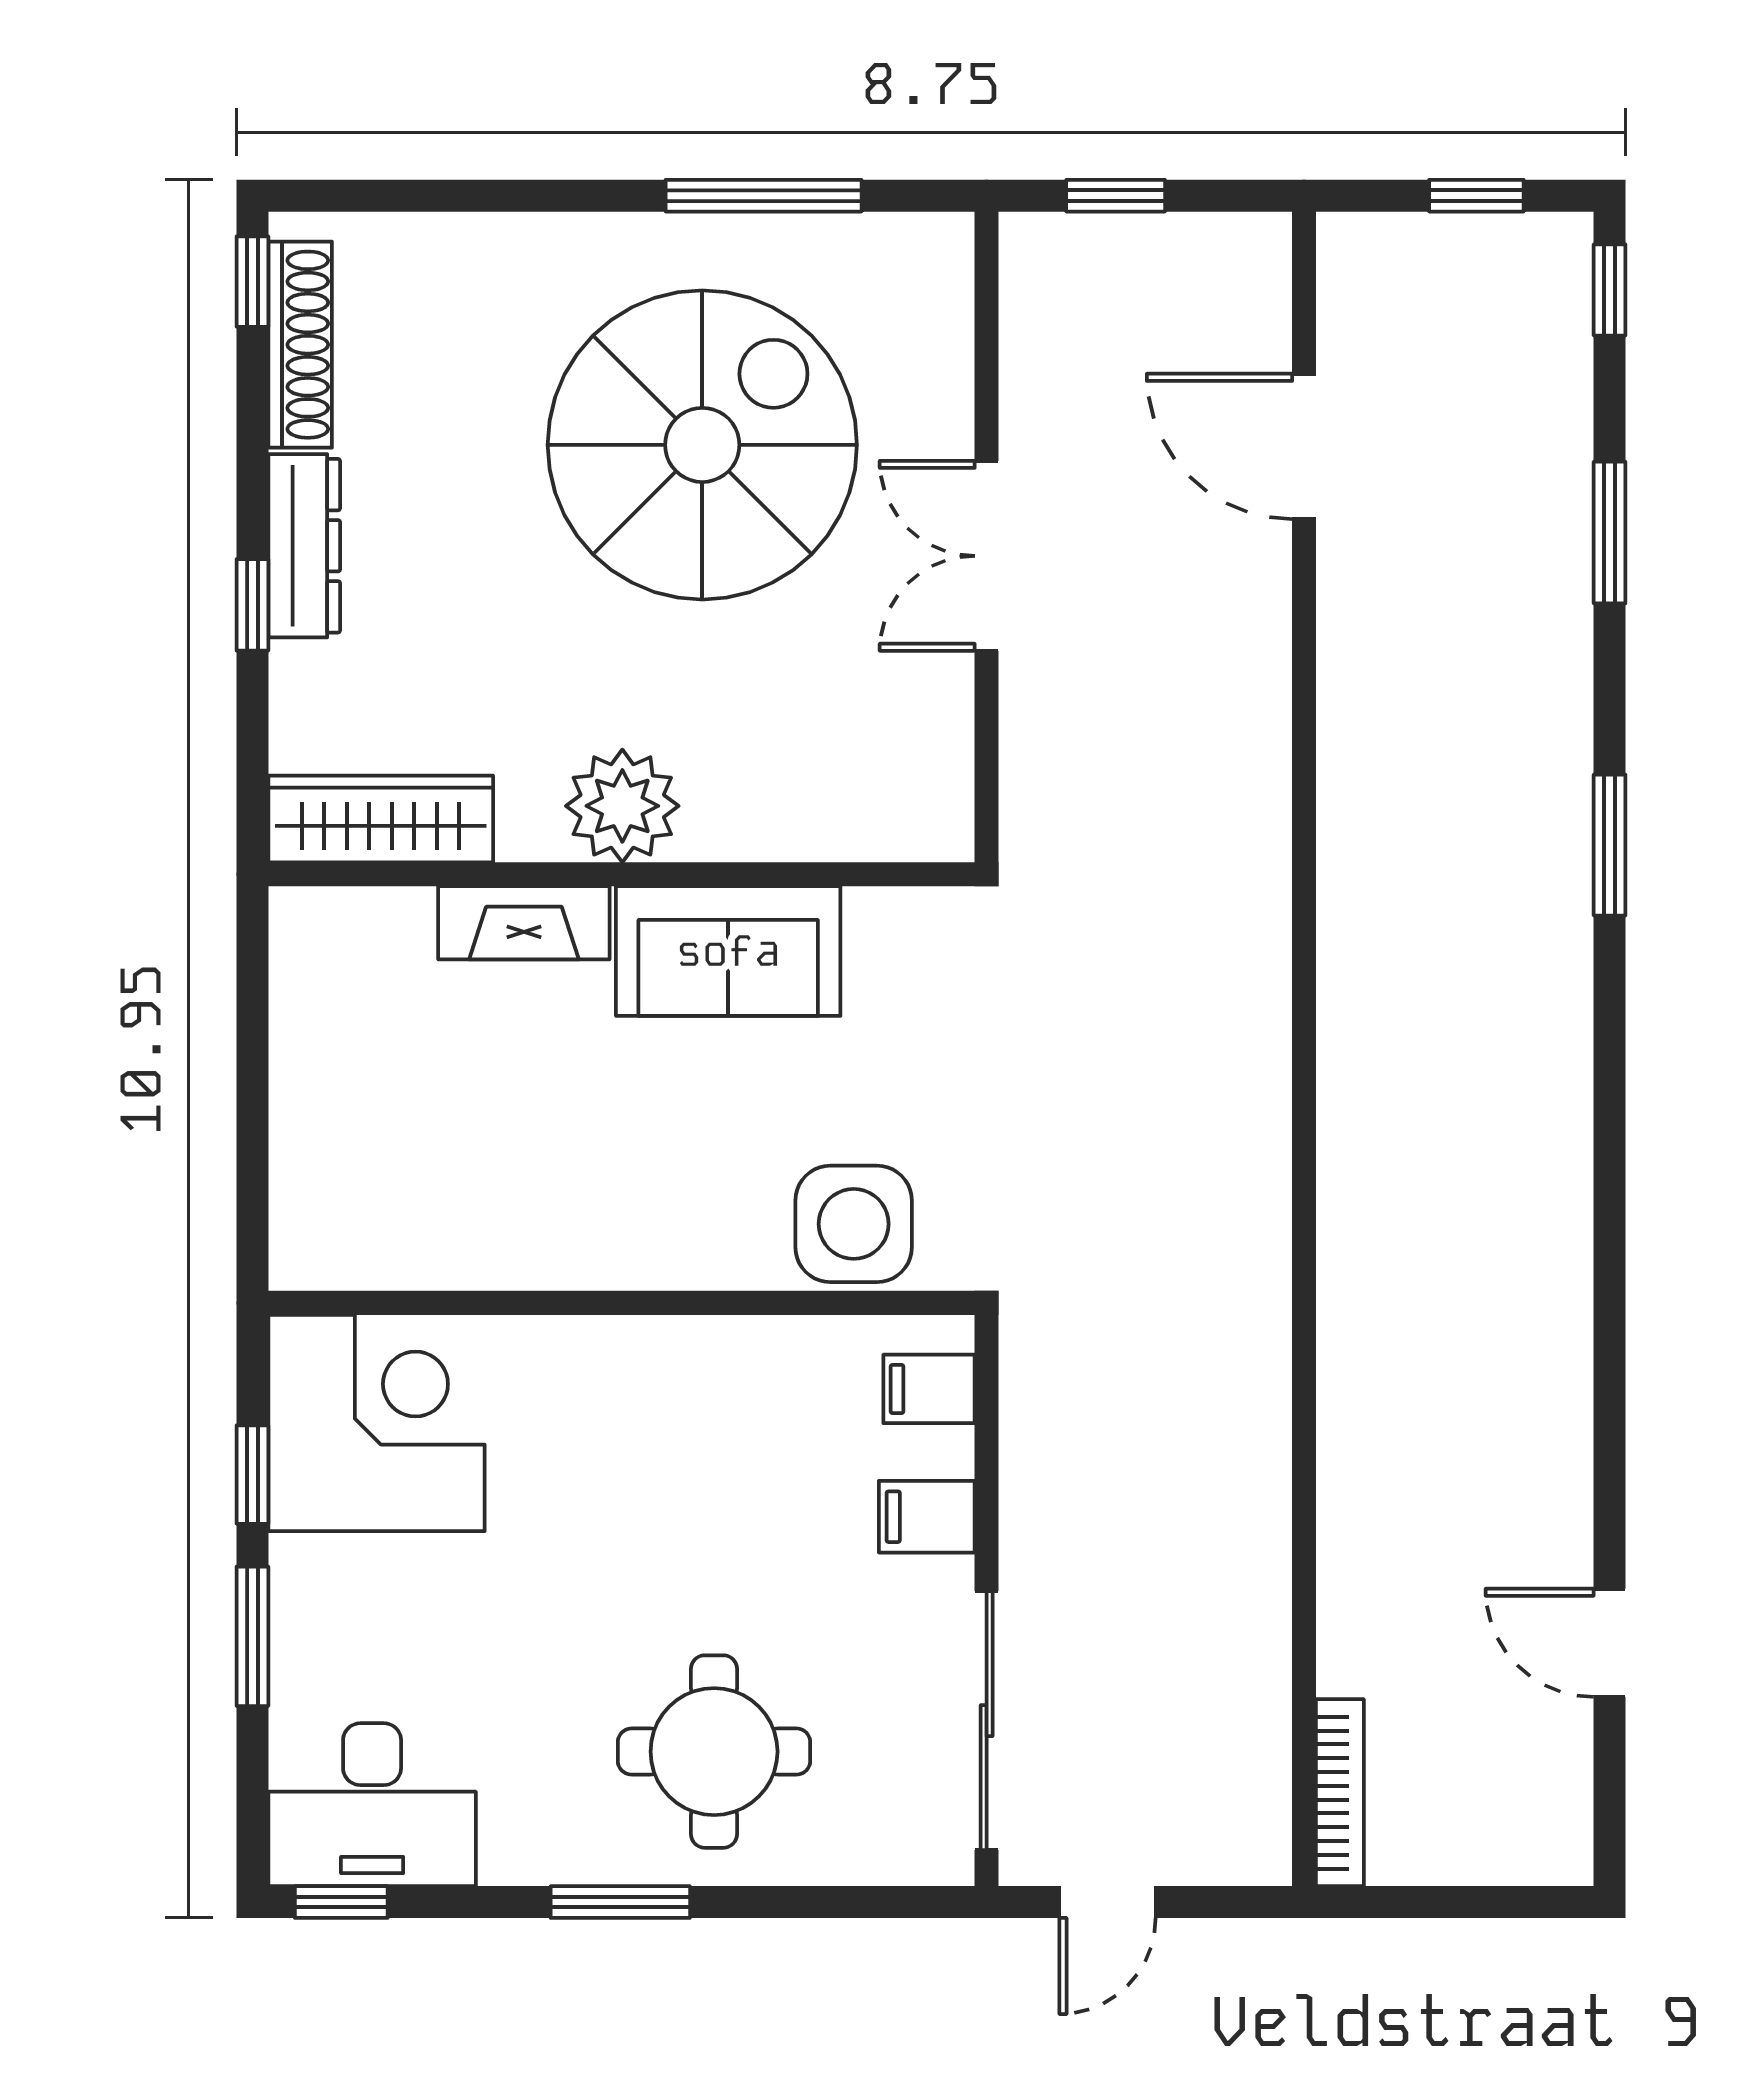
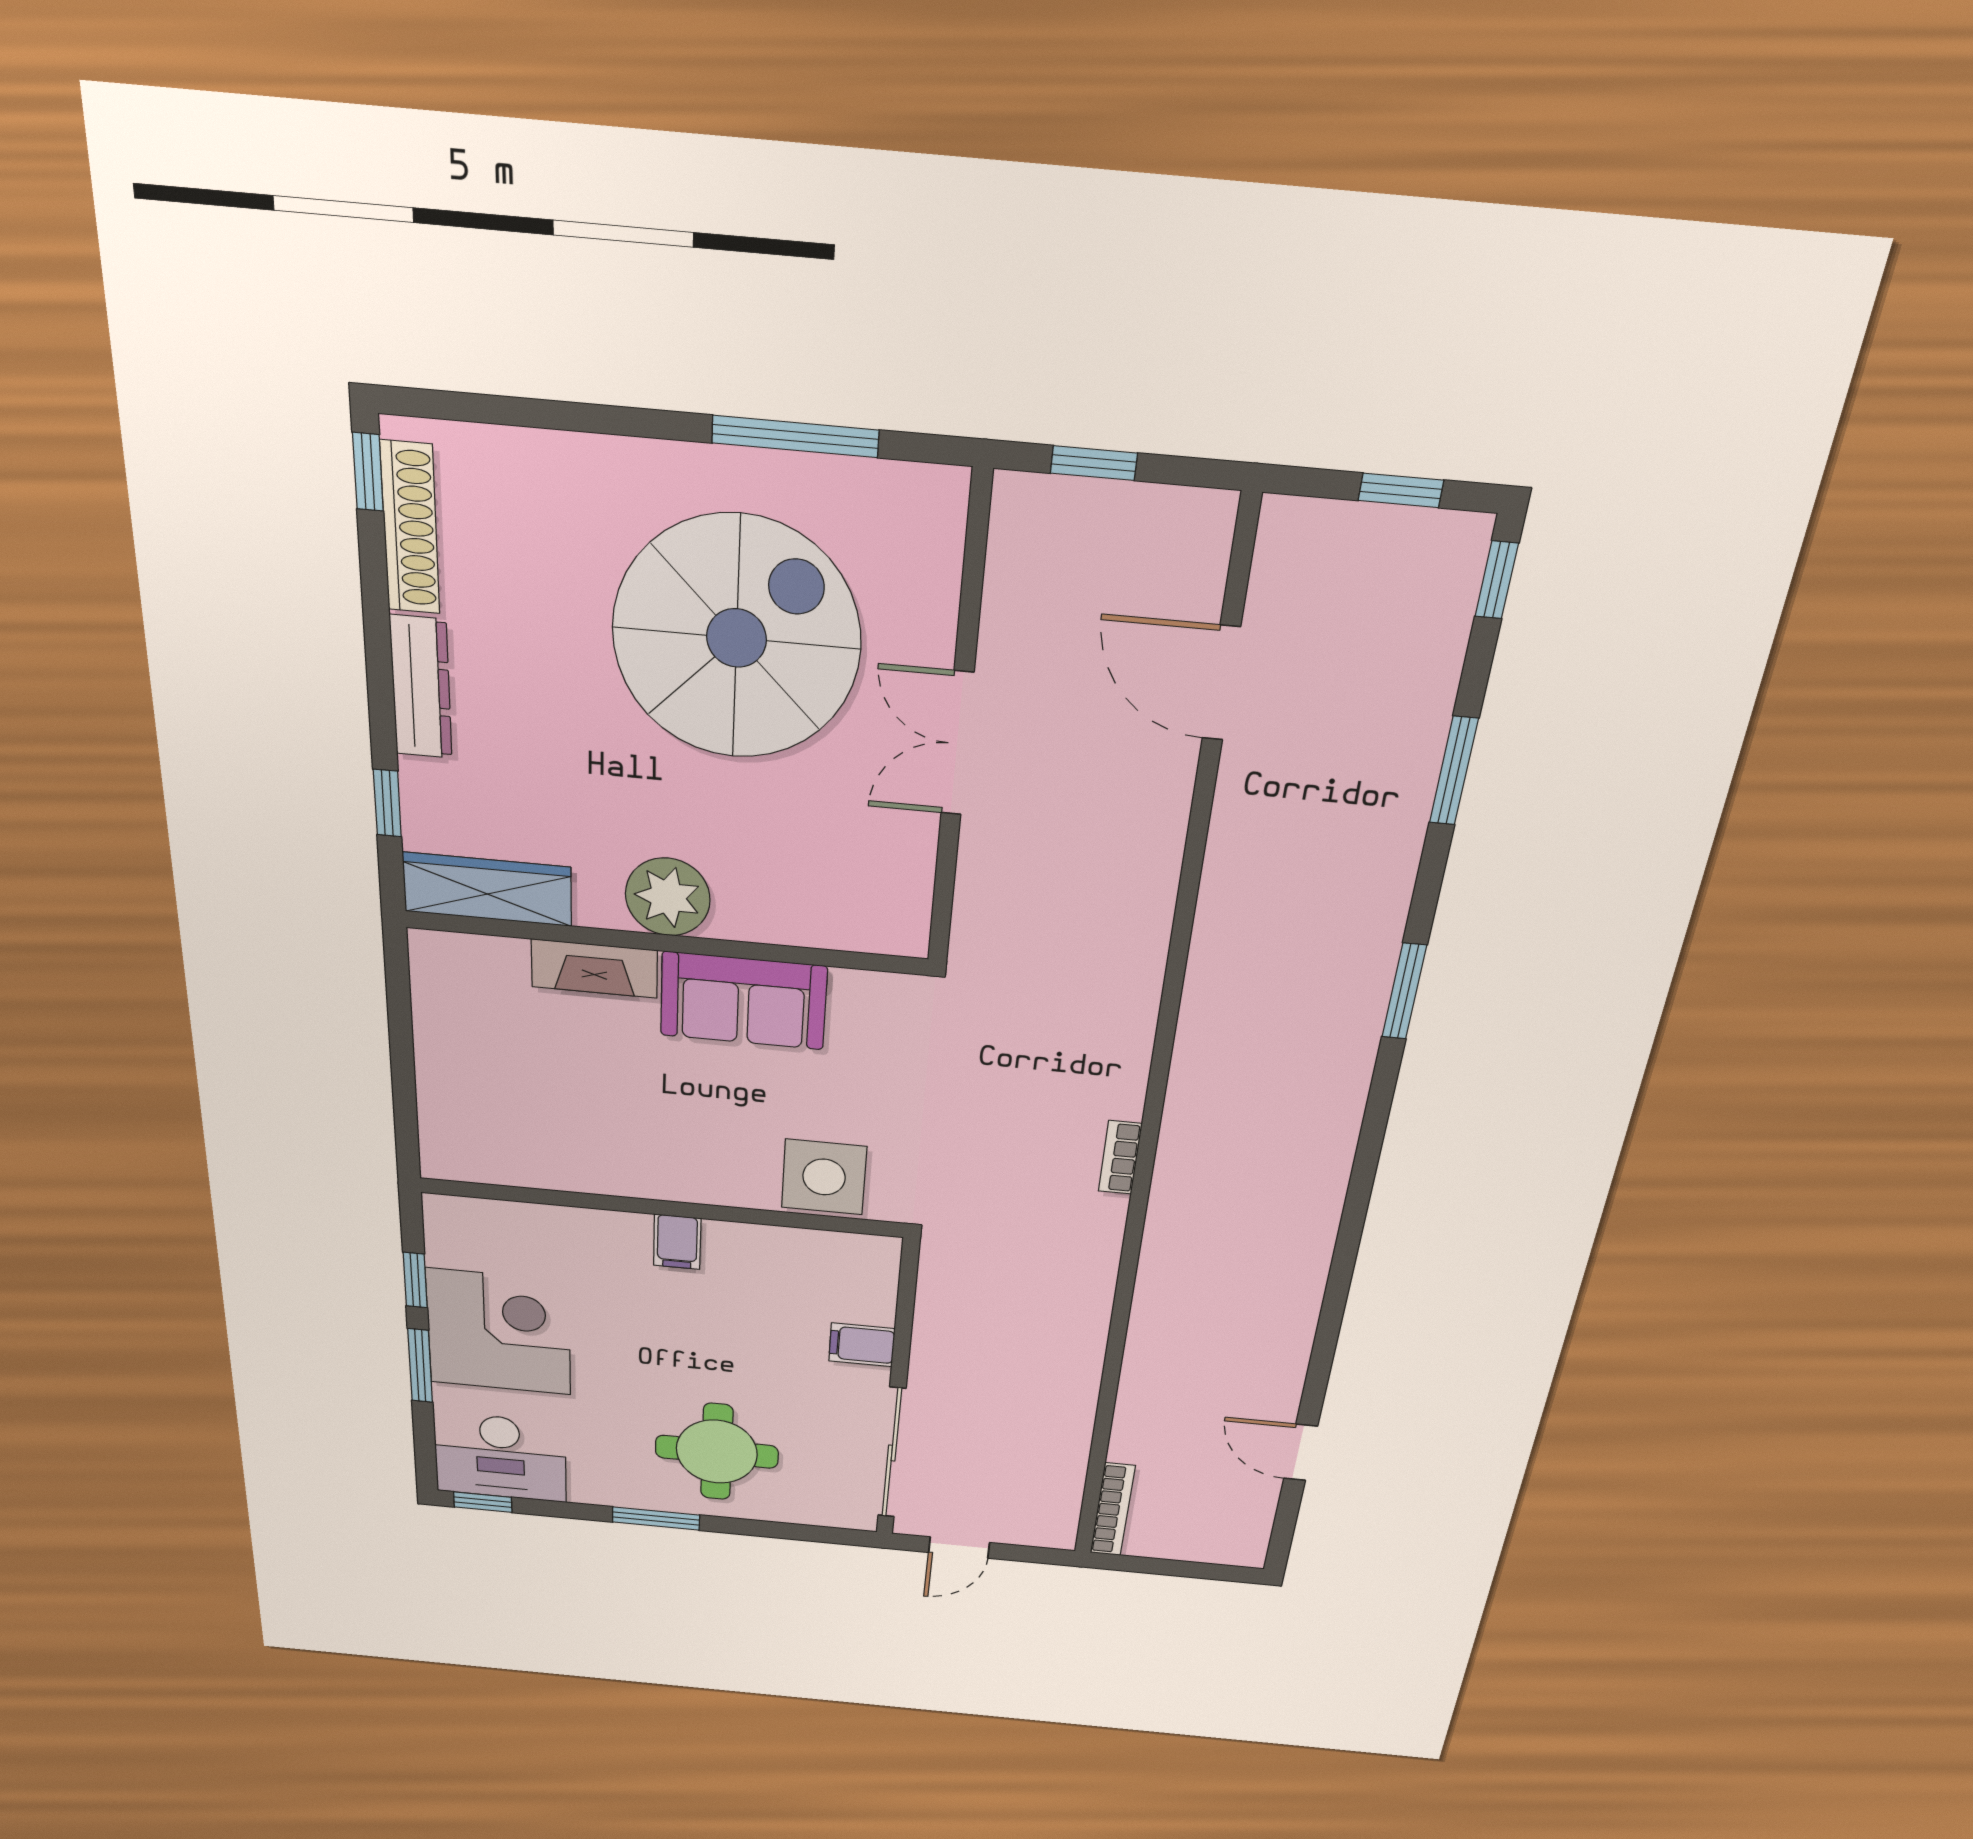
window: (252, 605) -> (387, 803), moved
bookcase: (1269, 1145) -> (1120, 1157), added
filing cabinet: (929, 1389) -> (677, 1242), moved, turned -90
corner desk: (377, 1423) -> (499, 1332), moved

